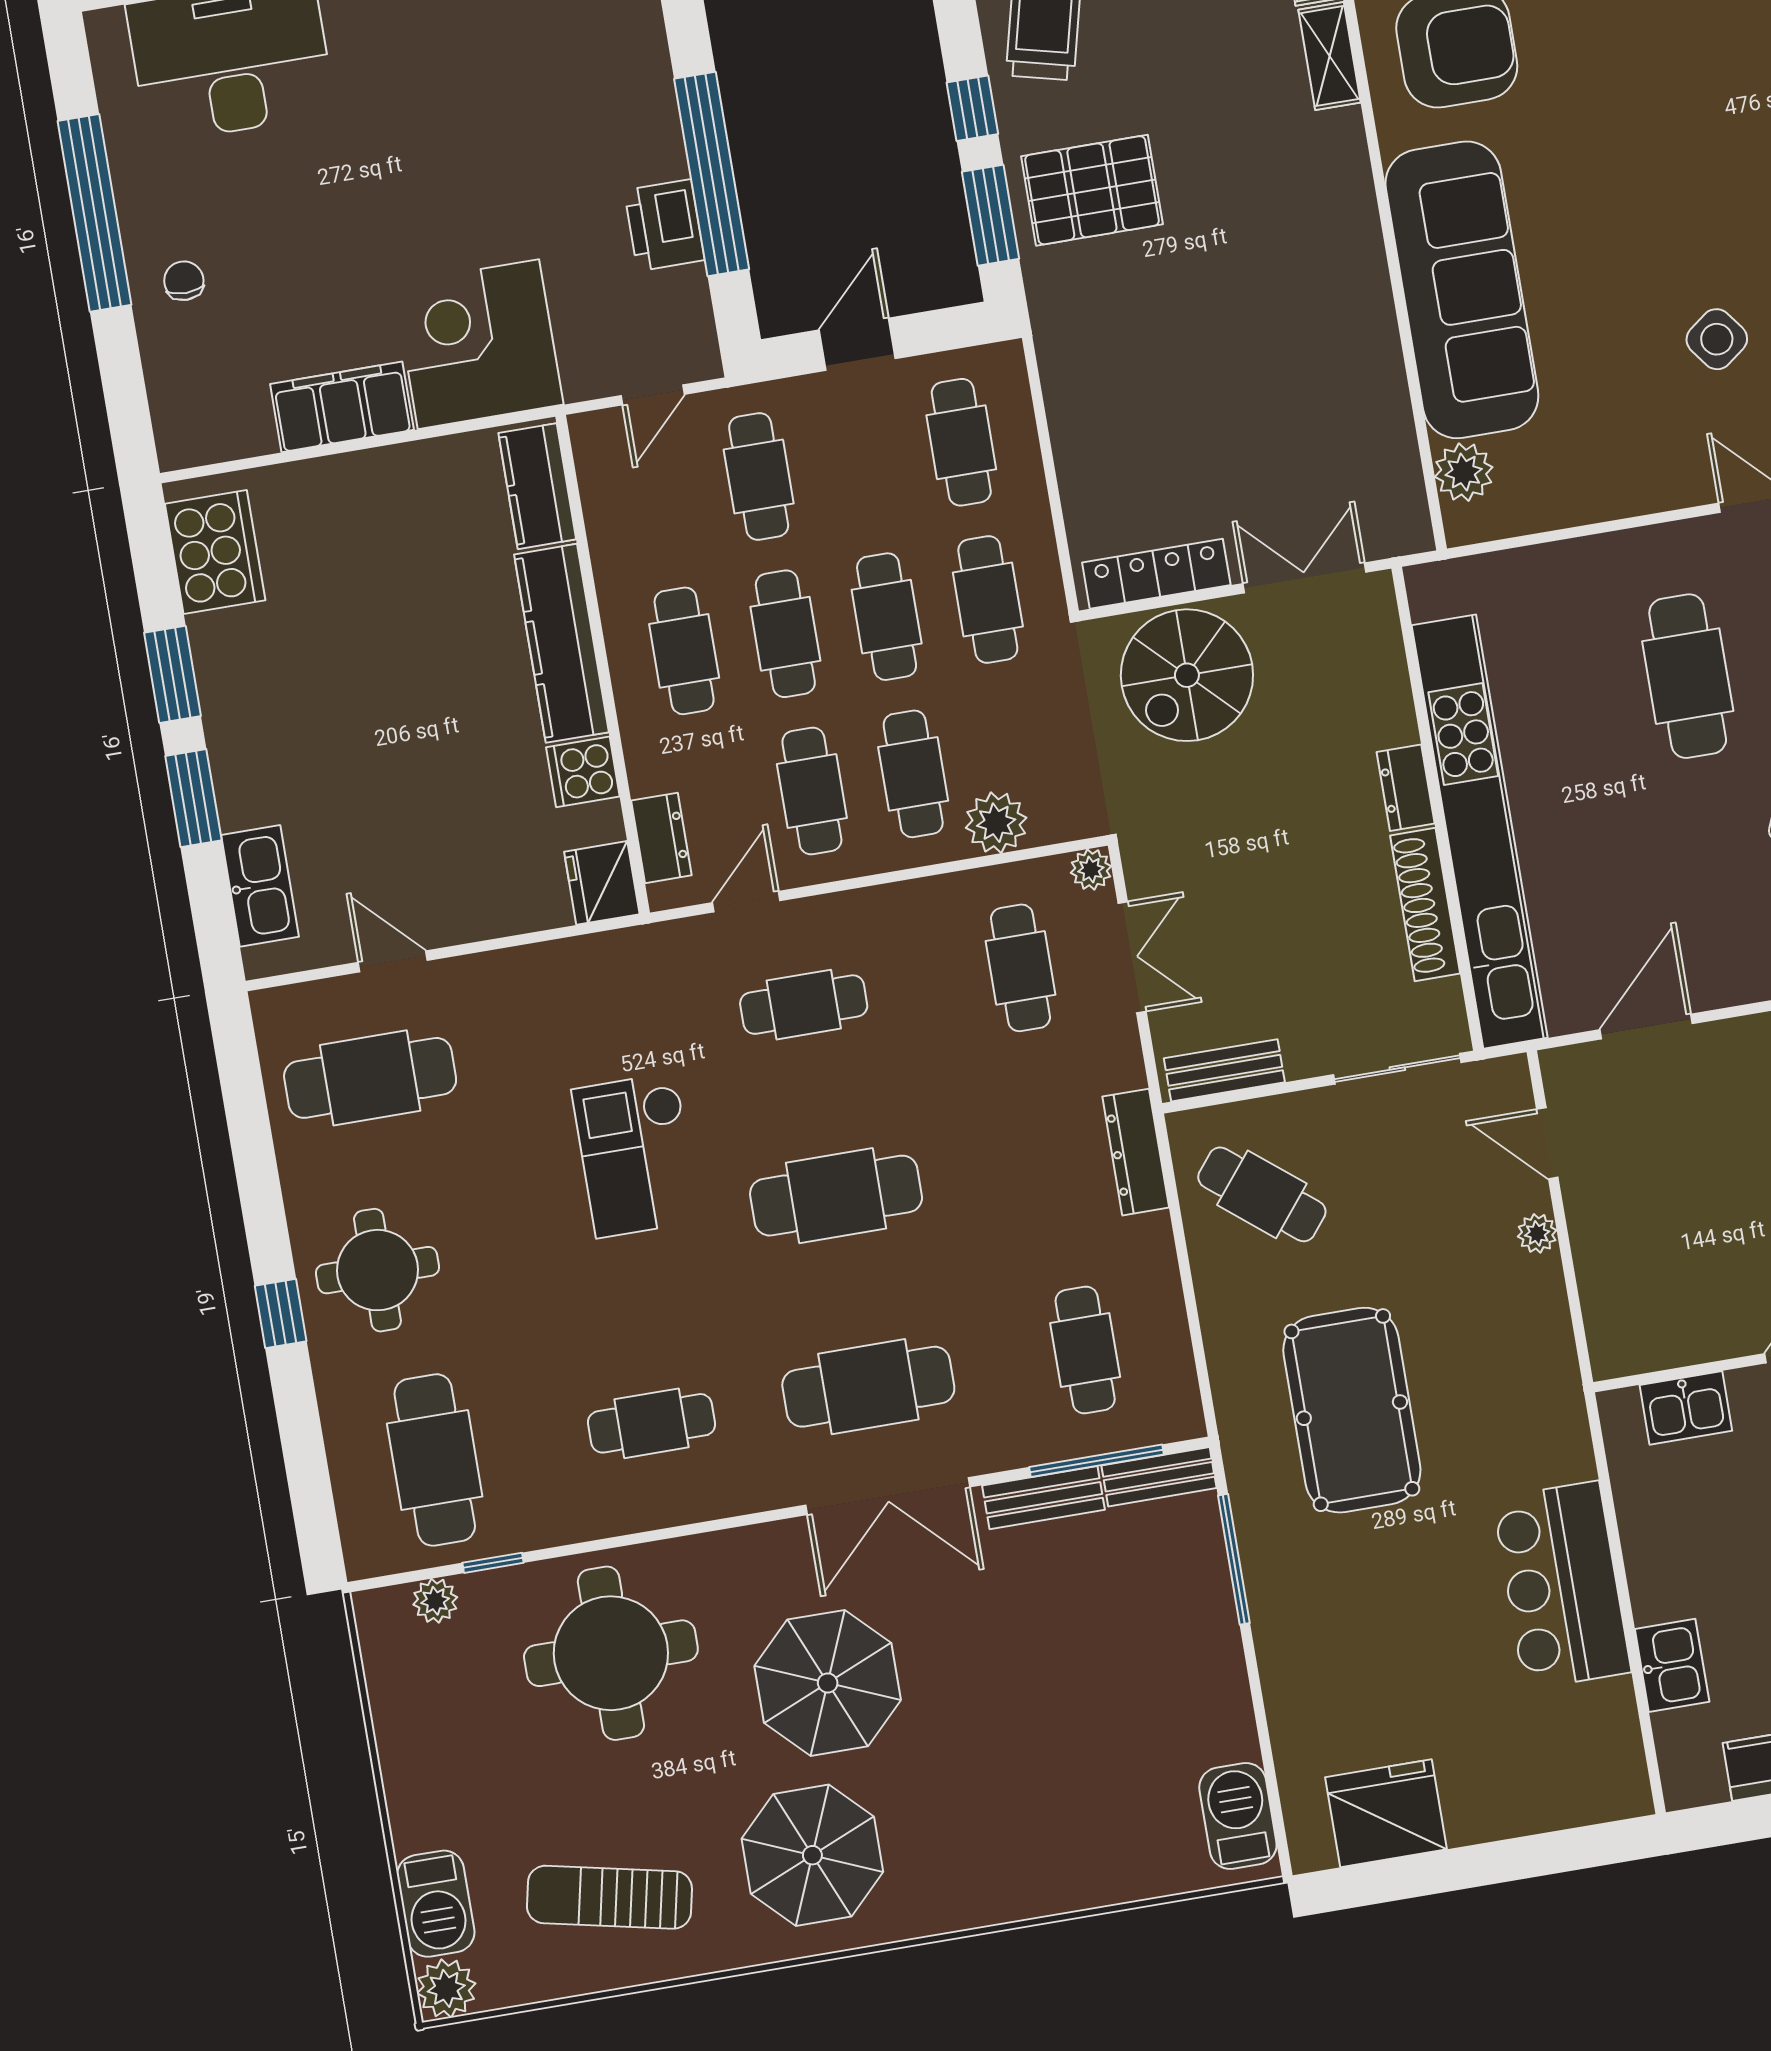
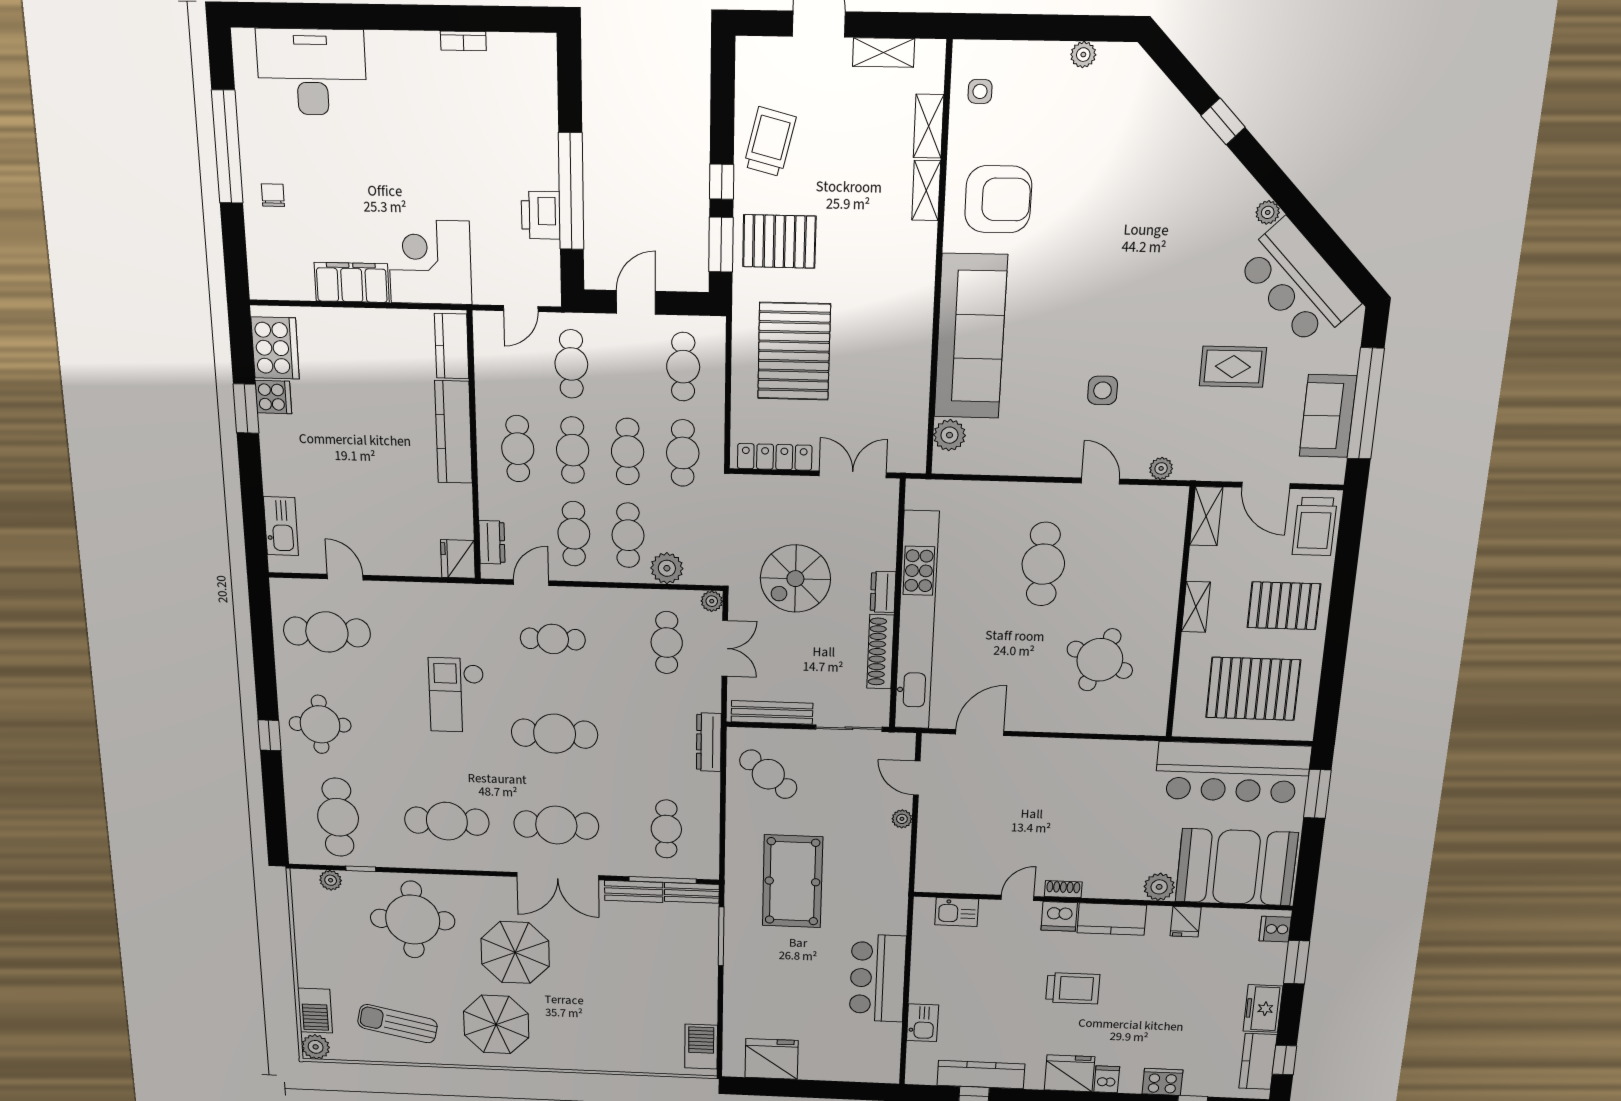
side table: (1717, 339) -> (1103, 390), turned 37
pallet: (1155, 377) -> (794, 351), added
spiral stairs: (1187, 675) -> (795, 579), moved
cooker: (583, 772) -> (273, 397), moved, turned 180
window: (193, 798) -> (251, 475), removed
bench: (1224, 1070) -> (772, 712), width x1.36
cafe table: (652, 1423) -> (447, 821), width x1.37, depth x1.35

